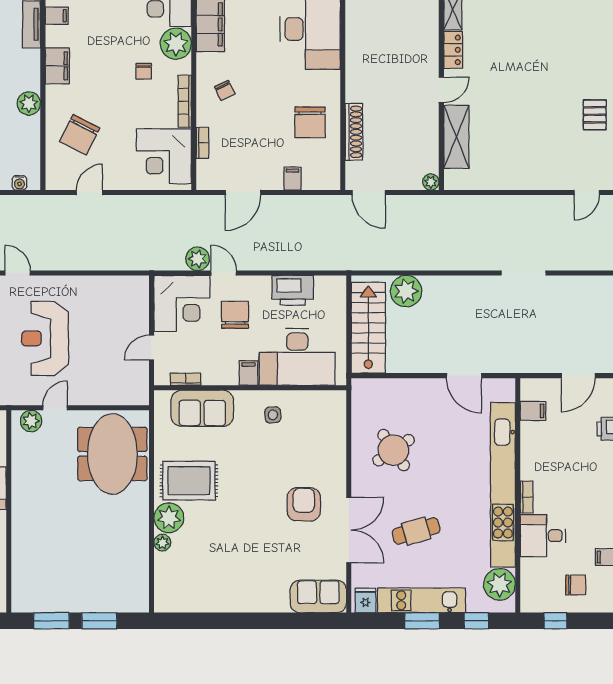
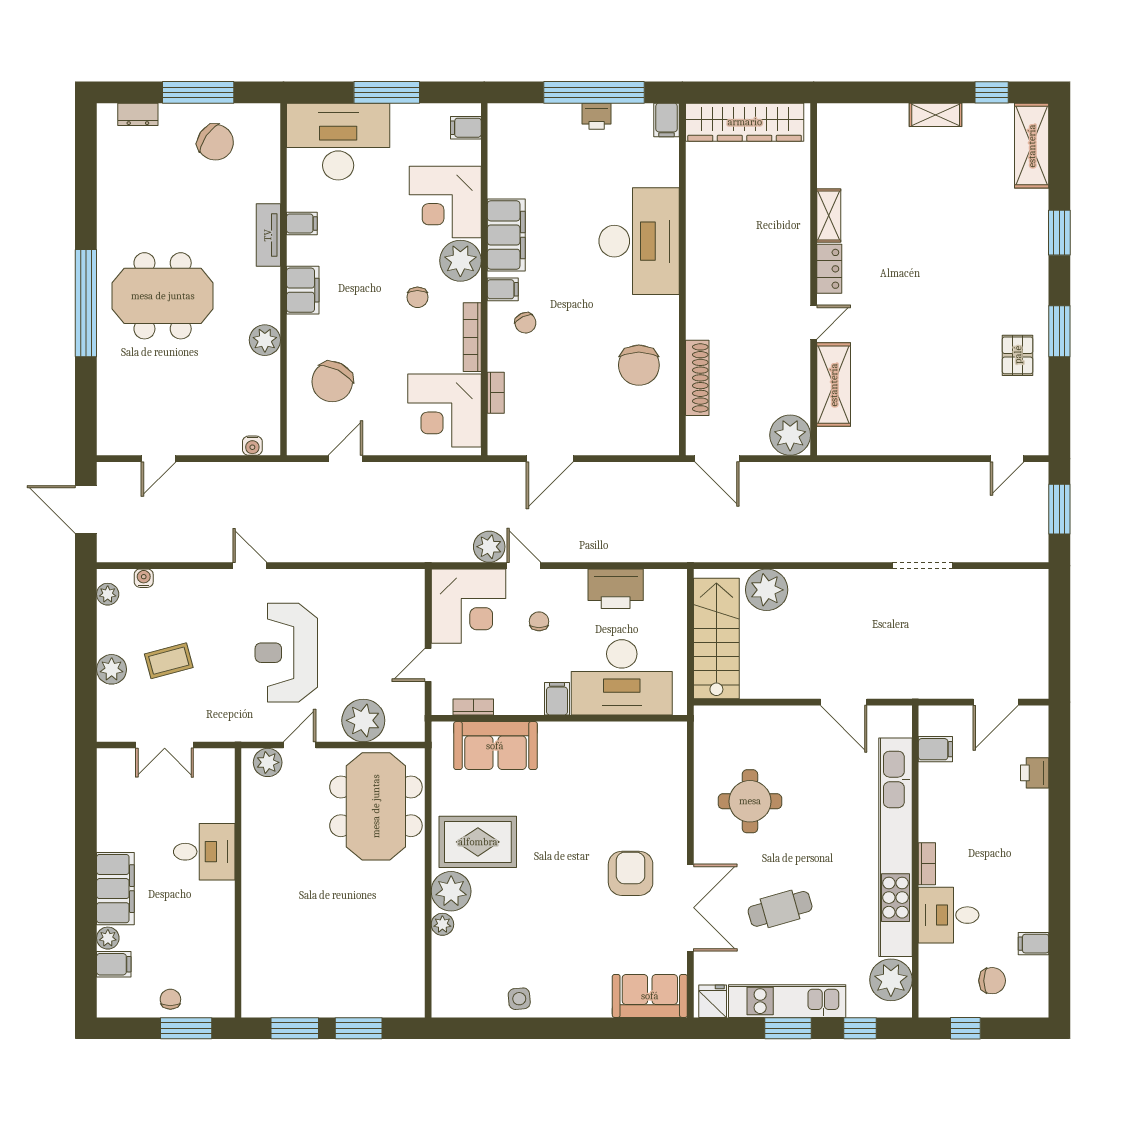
filing cabinet: (292, 179) -> (503, 289), moved, turned 90
plant: (431, 182) -> (790, 435), width x1.87, depth x1.87
chair: (235, 315) -> (539, 621), width x0.54, depth x0.54
plant: (103, 389) -> (363, 720), added
side table: (273, 415) -> (519, 999), moved
round table: (394, 450) -> (750, 801), turned 34

